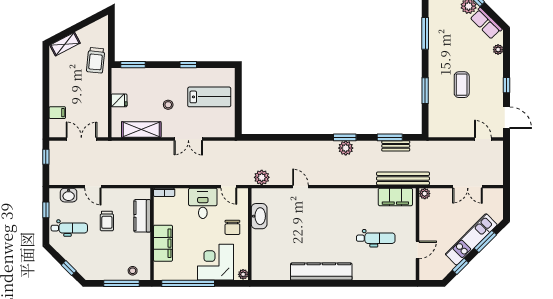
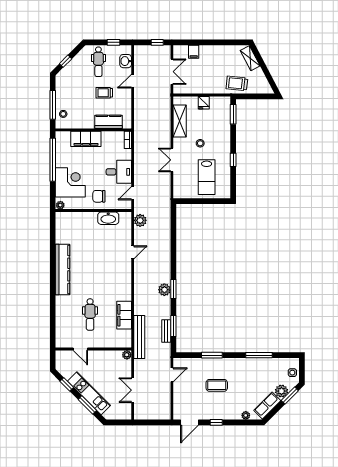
door: (483, 139) -> (172, 375), moved
filing cabinet: (395, 197) -> (124, 315), moved

